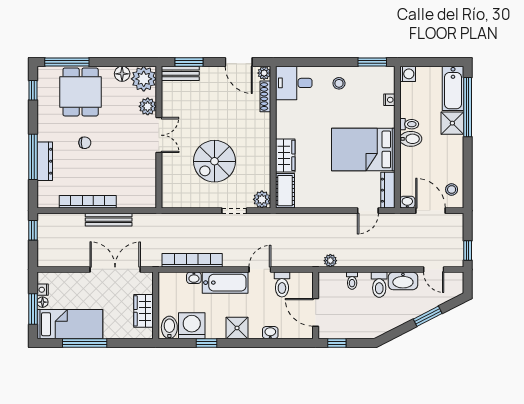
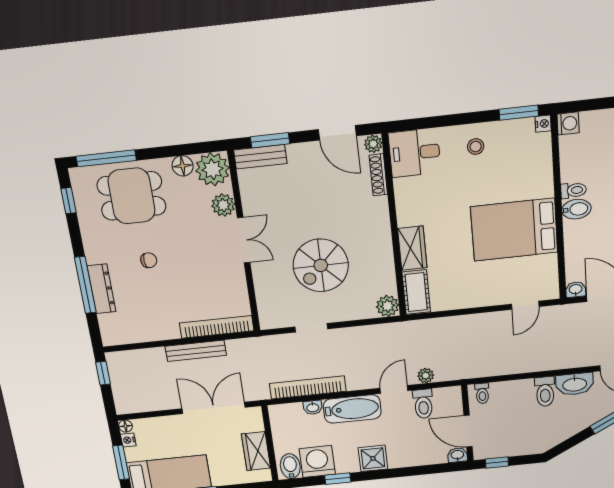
dining table: (81, 92) -> (132, 196), turned 90
nightstand: (389, 100) -> (543, 124), moved
dresser: (388, 190) -> (550, 277), removed
bookcase: (88, 202) -> (217, 327), moved
doorway: (234, 211) -> (311, 328), moved
plant: (330, 261) -> (426, 376), moved
toilet: (352, 281) -> (482, 393), moved
floor lamp: (43, 302) -> (125, 426), moved
washbasin: (270, 333) -> (457, 455), moved

